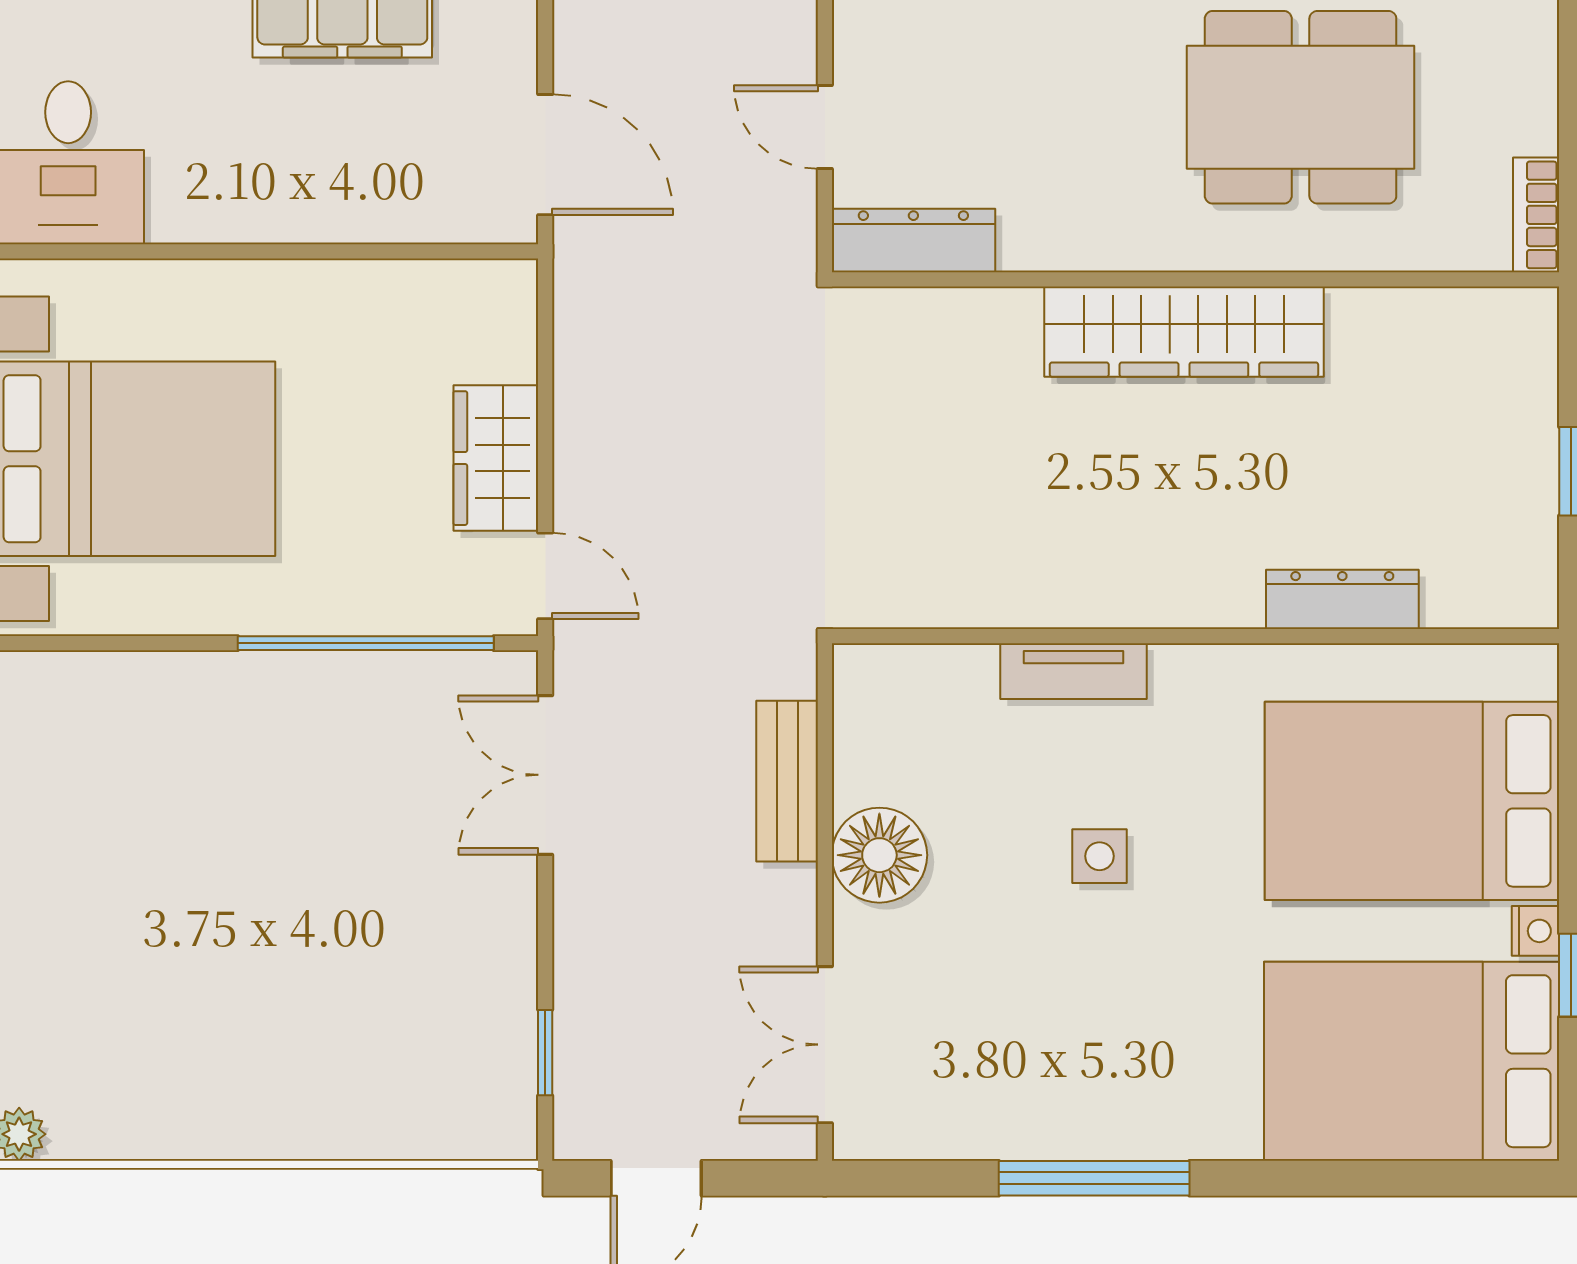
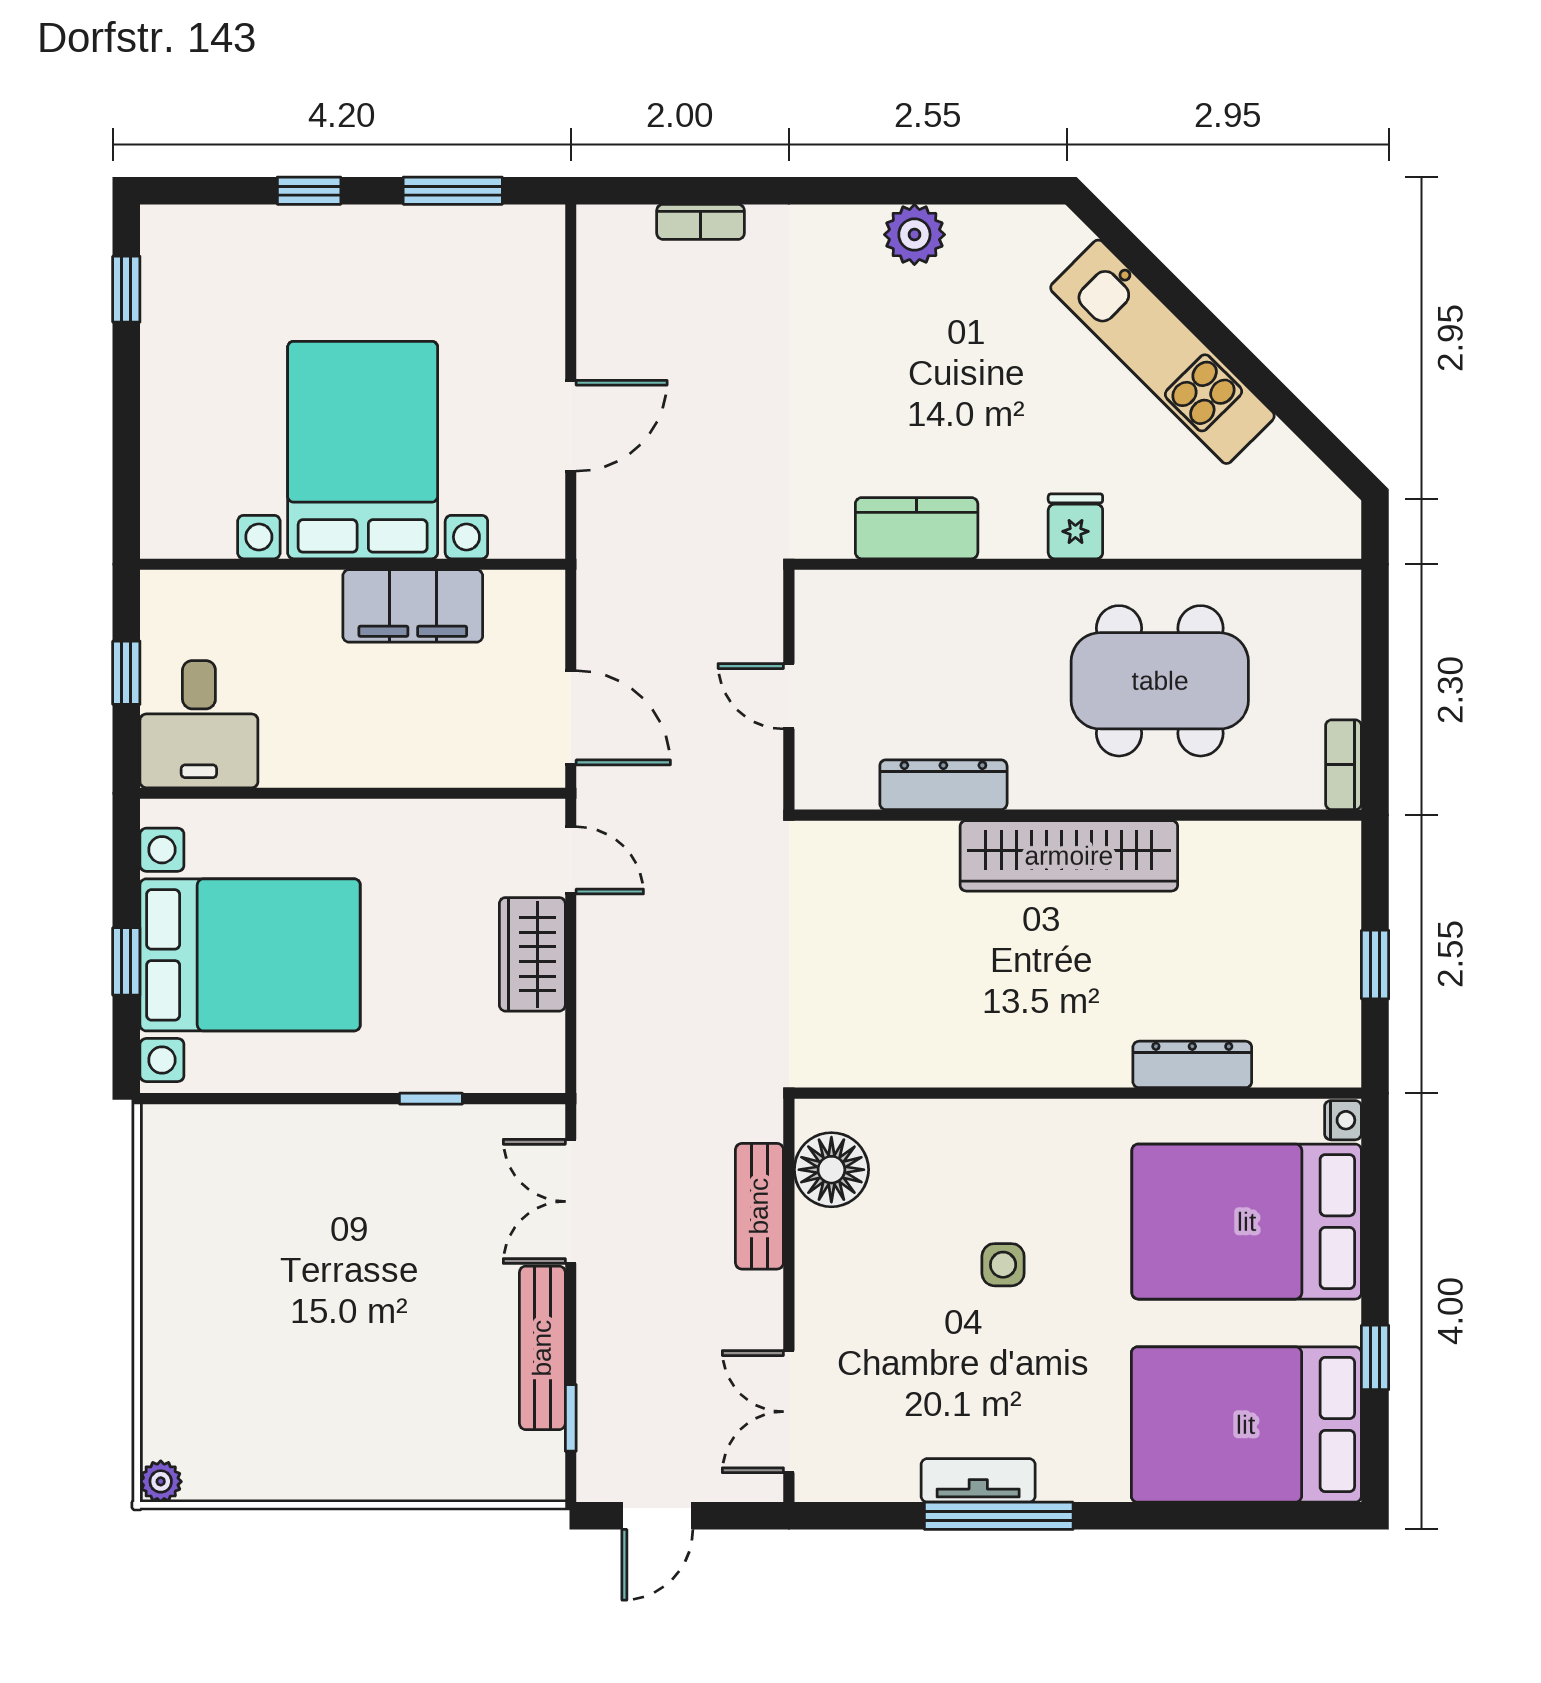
dresser: (913, 241) -> (943, 785), moved
door: (545, 576) -> (571, 860), moved
window: (366, 643) -> (431, 1099), width x0.32
tv unit: (1074, 671) -> (978, 1480), moved, turned 180
floor lamp: (879, 855) -> (831, 1170), moved
nightstand: (1536, 931) -> (1343, 1120), moved
bench: (509, 963) -> (542, 1348), added

